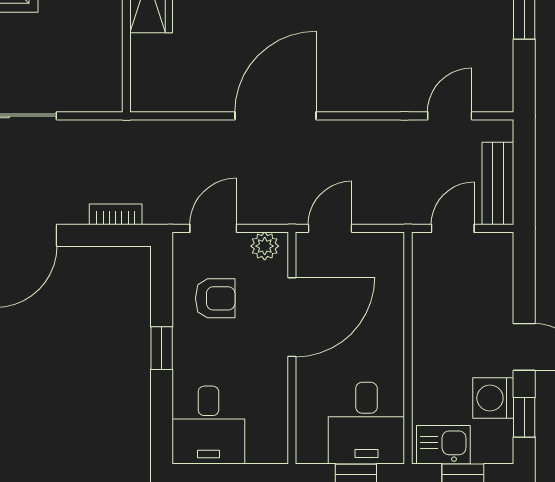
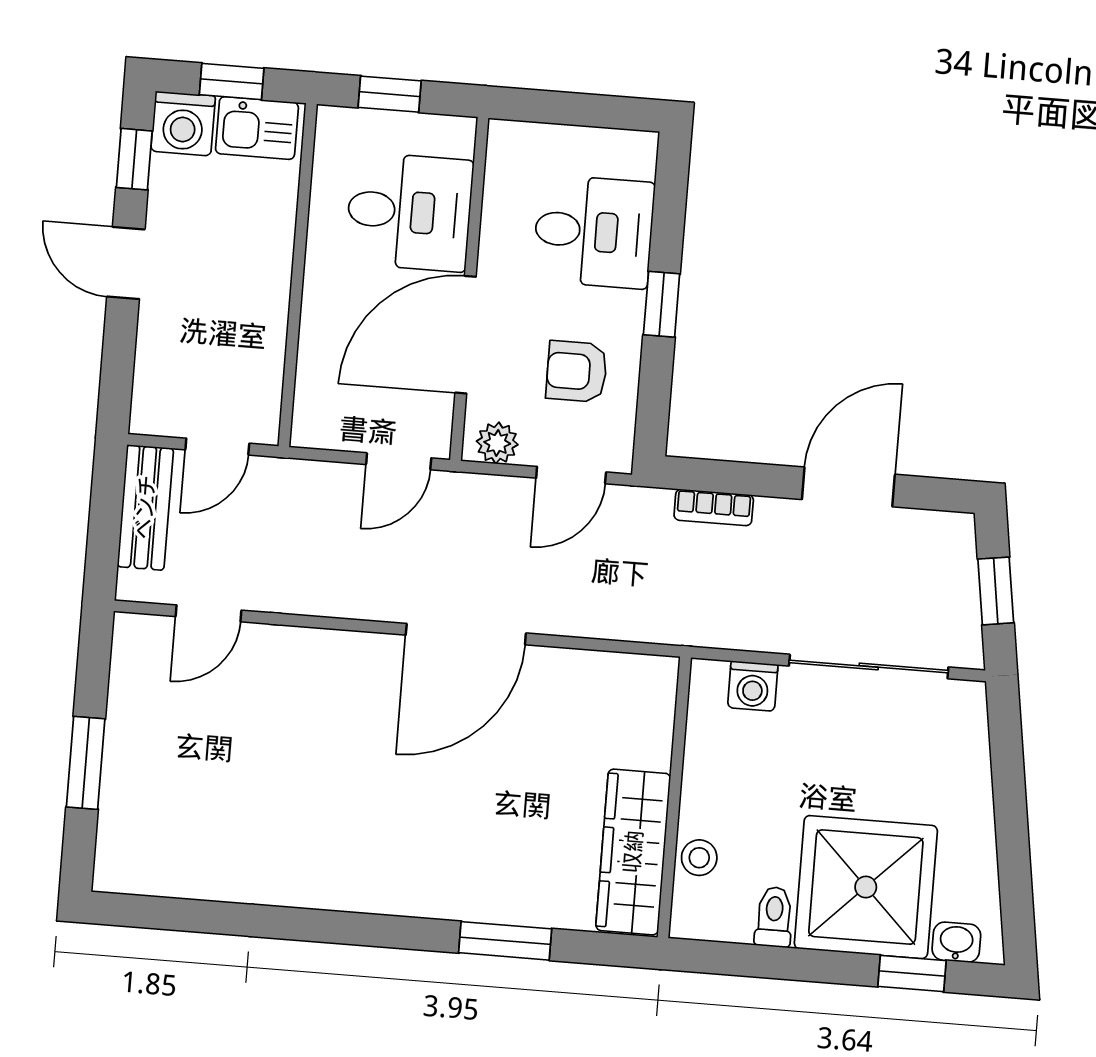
washing machine: (80, 96) -> (753, 686), added
washing machine: (493, 398) -> (183, 123), moved, turned 90
desk: (366, 423) -> (409, 212), moved, turned 90
desk: (208, 425) -> (594, 232), moved, turned 90

